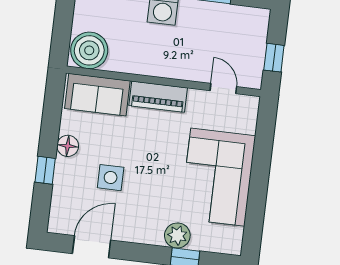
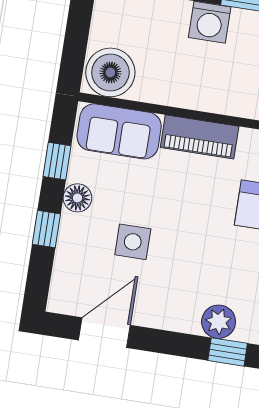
window: (51, 119) -> (57, 161), added

